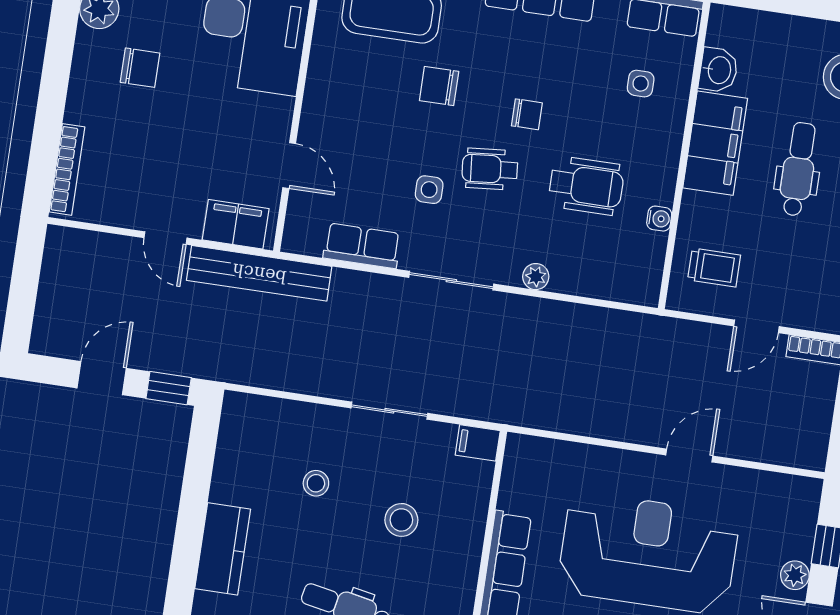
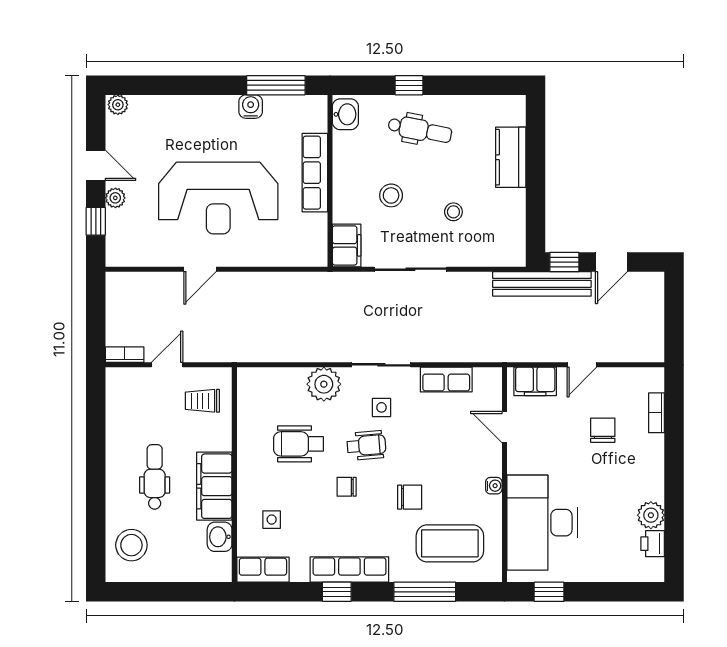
chair: (140, 68) -> (603, 430), moved, turned 90
bookcase: (67, 169) -> (657, 413), width x0.64
dental chair: (798, 169) -> (155, 477), turned 180
side table: (429, 190) -> (381, 407), moved
water cooler: (659, 219) -> (494, 486), moved, turned 180
door: (166, 238) -> (582, 365), swing flipped
bench: (259, 273) -> (542, 284), moved
plant: (536, 277) -> (324, 384), width x1.88, depth x1.88
sliding door: (389, 411) -> (410, 269), width x1.37
filing cabinet: (478, 443) -> (347, 245), width x2.00

